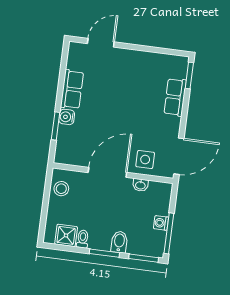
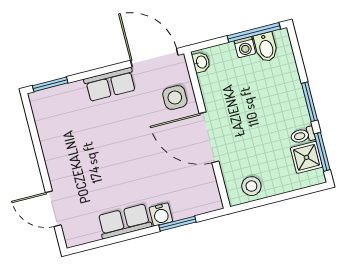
row of seats: (175, 97) -> (110, 84), moved
washbasin: (140, 185) -> (201, 62), moved
bidet: (119, 242) -> (266, 47), moved, turned -90
window: (144, 258) -> (322, 152), moved

